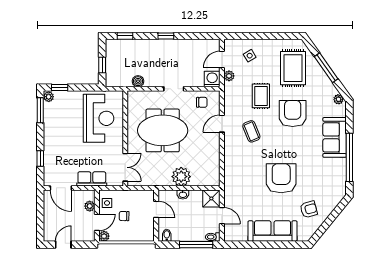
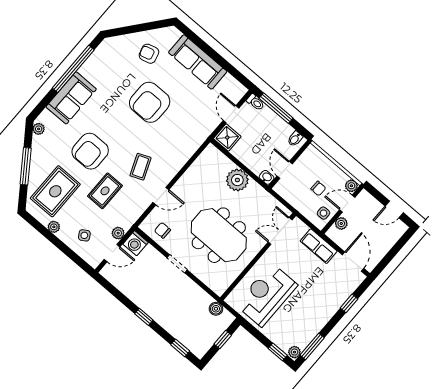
plant: (274, 44) -> (54, 227), added
boiler: (138, 81) -> (216, 309), moved
washbasin: (183, 194) -> (267, 177), moved

